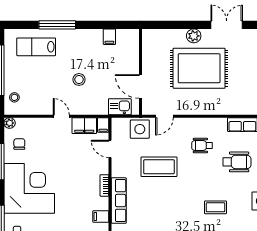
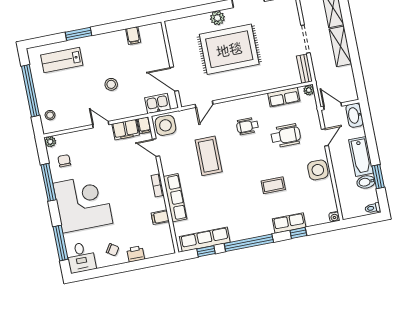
window: (57, 25) -> (79, 34), width x0.69
side table: (140, 129) -> (165, 125), moved
coffee table: (159, 167) -> (209, 156), turned 90

